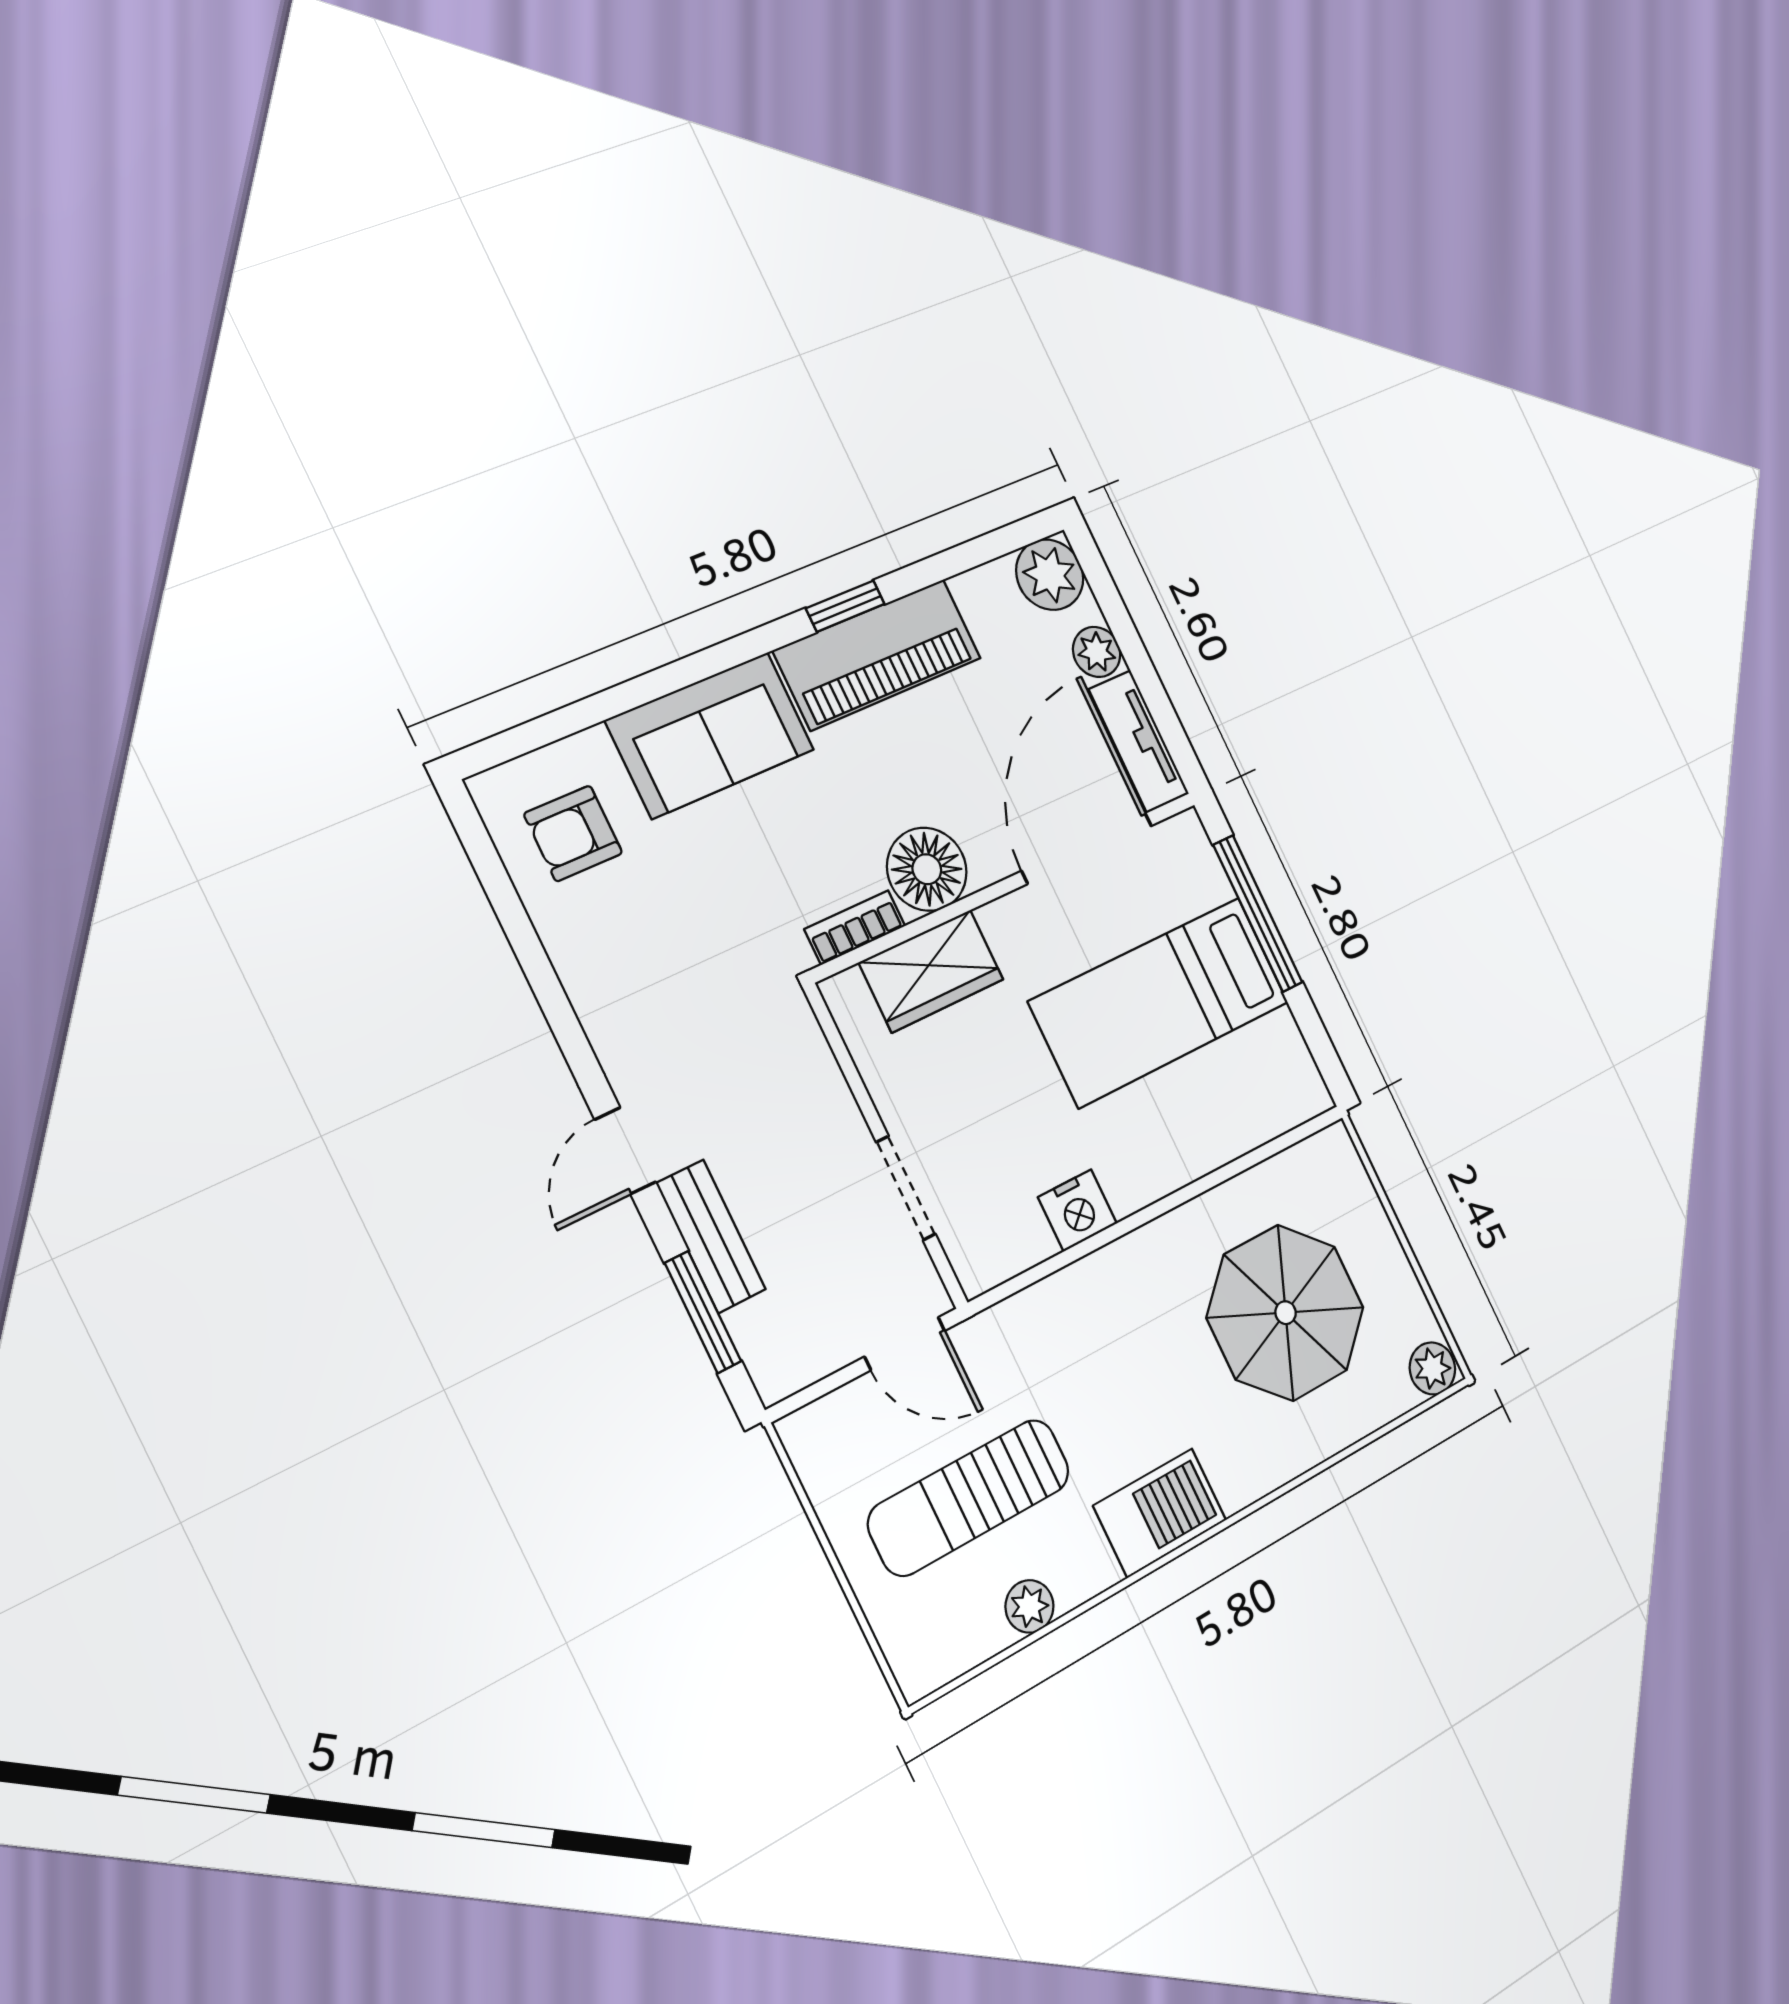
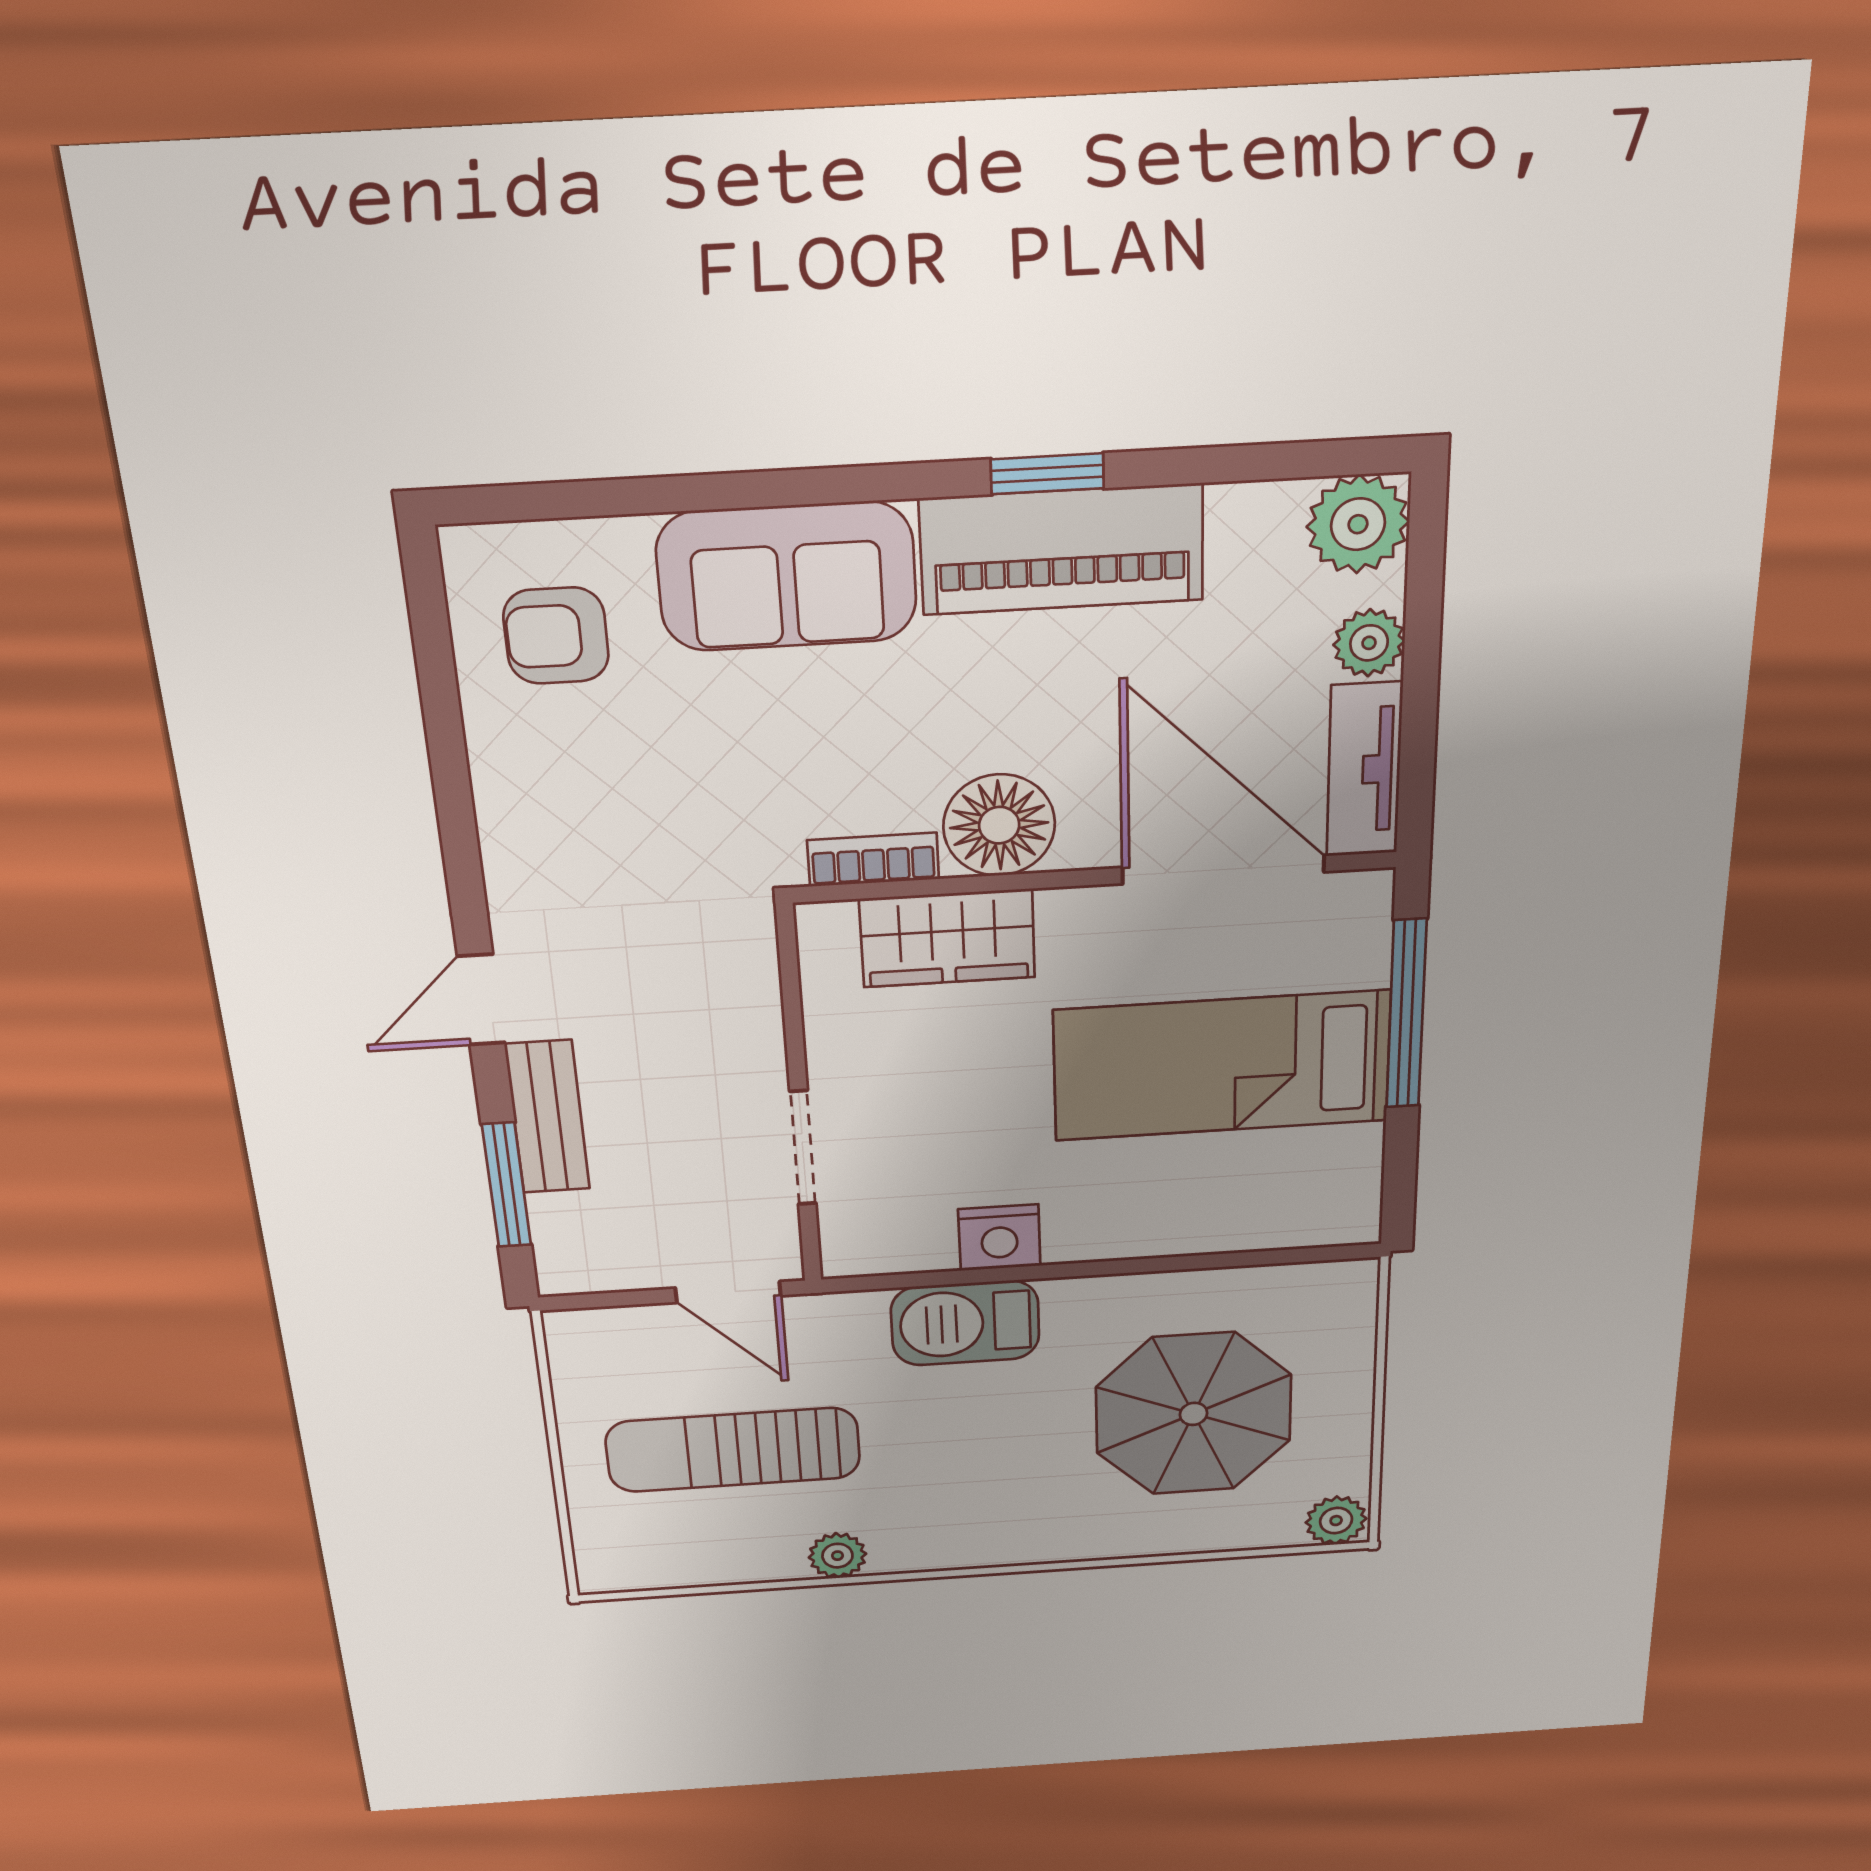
door: (1087, 848) -> (1223, 870), hinge flipped
barbecue: (1160, 1513) -> (965, 1323), moved, turned 180
plant: (1029, 1606) -> (837, 1556), moved

